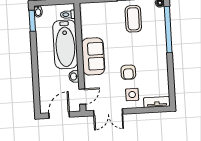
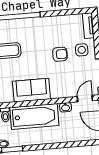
sofa: (93, 56) -> (31, 90), moved
door: (82, 97) -> (85, 99), hinge flipped

